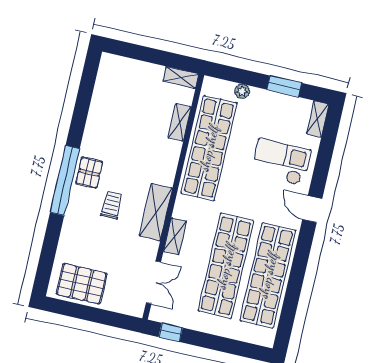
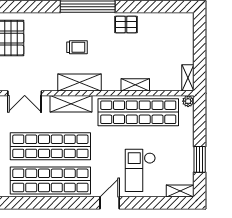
plant: (242, 91) -> (188, 101), moved
shelving: (180, 122) -> (135, 85), moved
checkout: (281, 162) -> (140, 170), turned 180
pallet: (89, 173) -> (126, 25), moved
shelving: (175, 236) -> (71, 104), width x1.50, depth x1.33

